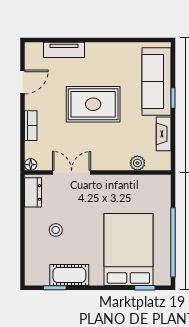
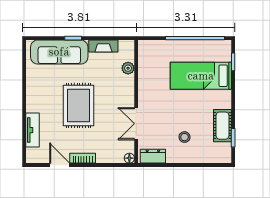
bookcase: (31, 126) -> (83, 158), moved
bed: (128, 249) -> (201, 76), width x0.67

